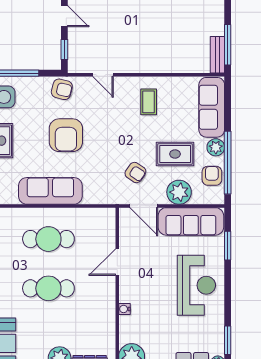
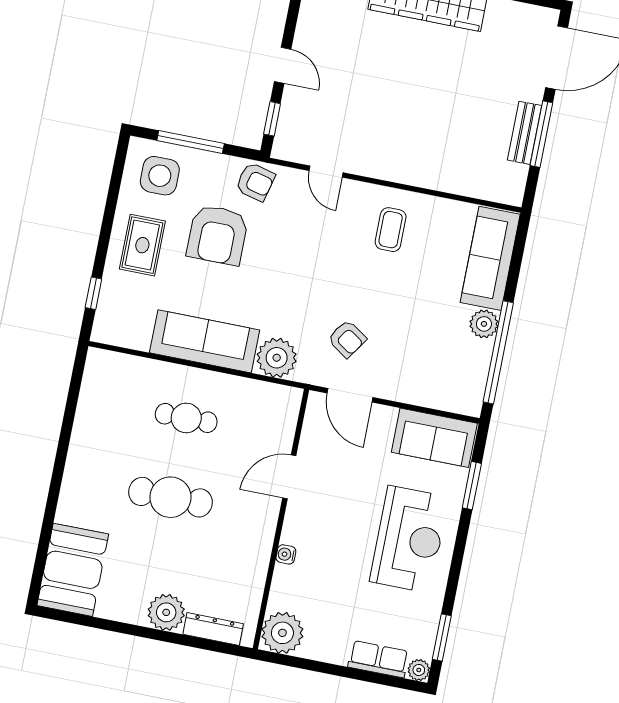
window: (228, 45) -> (541, 134), moved
bench: (217, 55) -> (525, 133), moved
armchair: (66, 135) -> (218, 235), moved
rug: (175, 154) -> (416, 322), removed
armchair: (212, 176) -> (469, 368), removed
plant: (179, 192) -> (277, 358), moved
sofa: (191, 221) -> (434, 438), width x0.73
cafe table: (48, 239) -> (186, 418), width x0.73, depth x0.74

